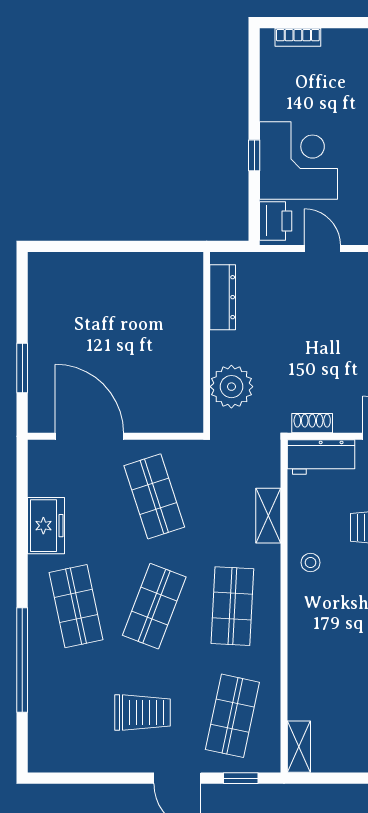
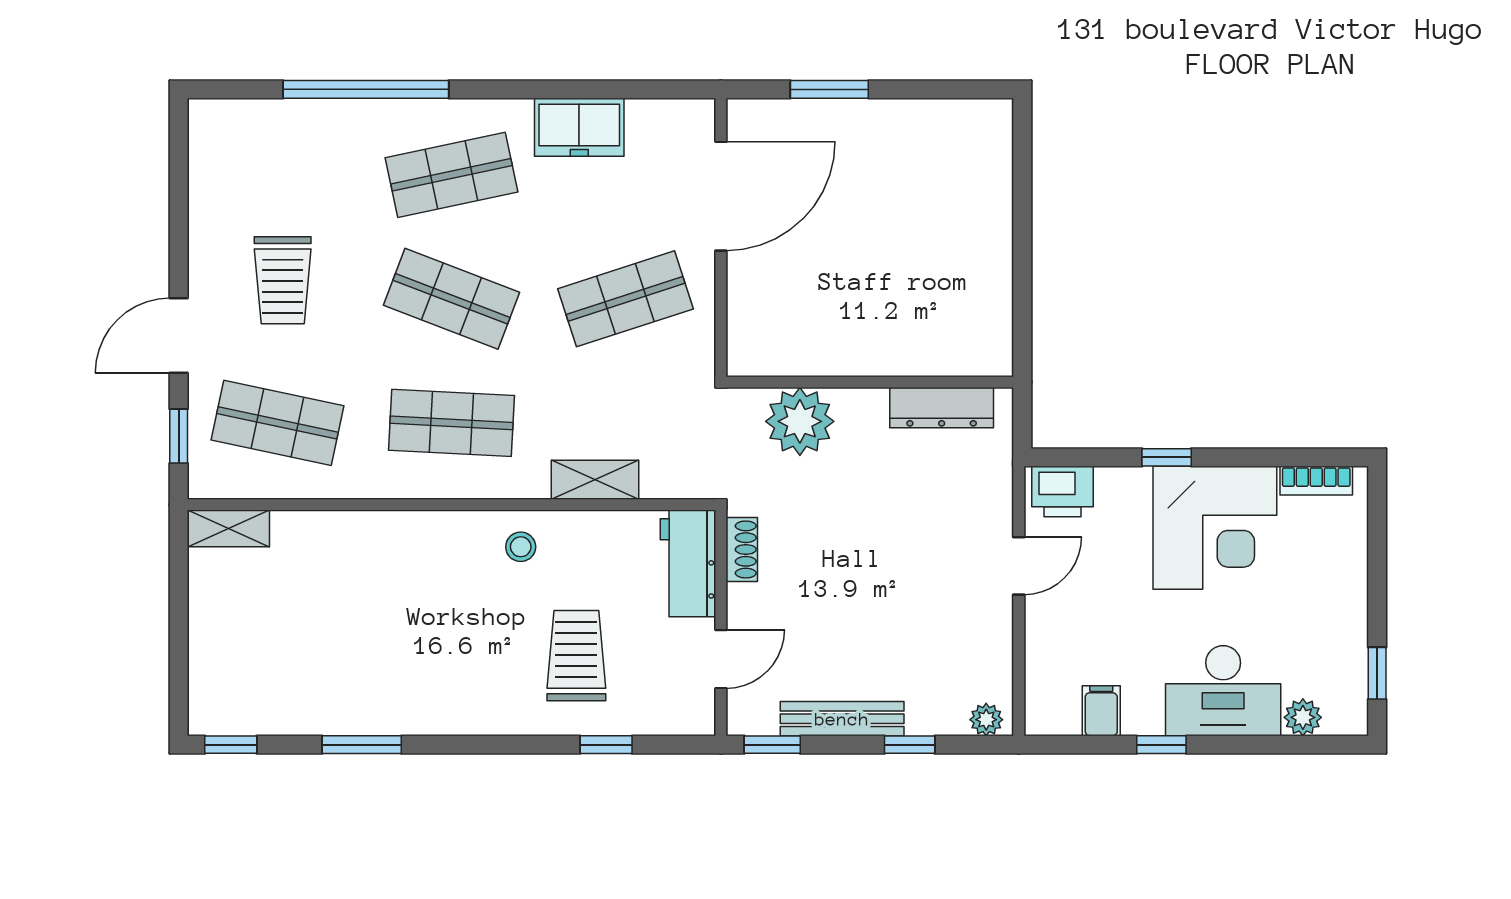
bookcase: (298, 37) -> (1316, 481), moved, turned -90
corner desk: (299, 161) -> (1215, 528), moved

